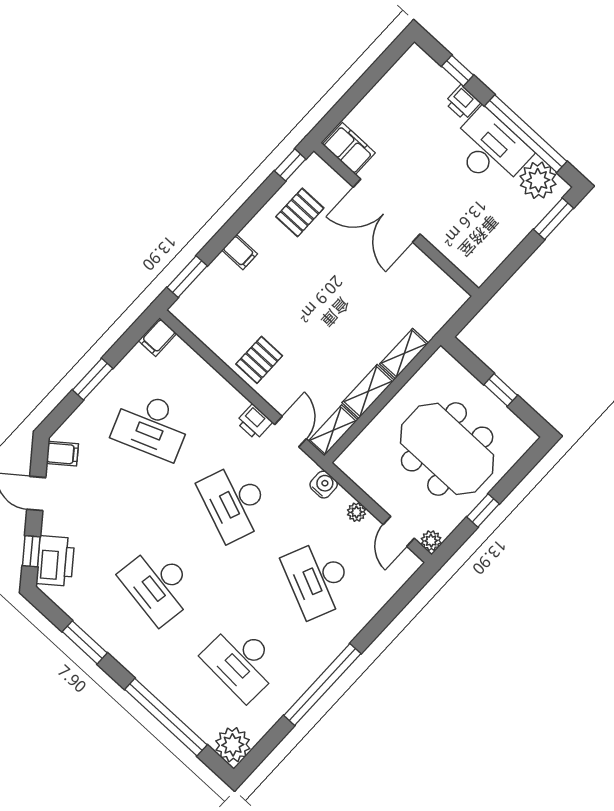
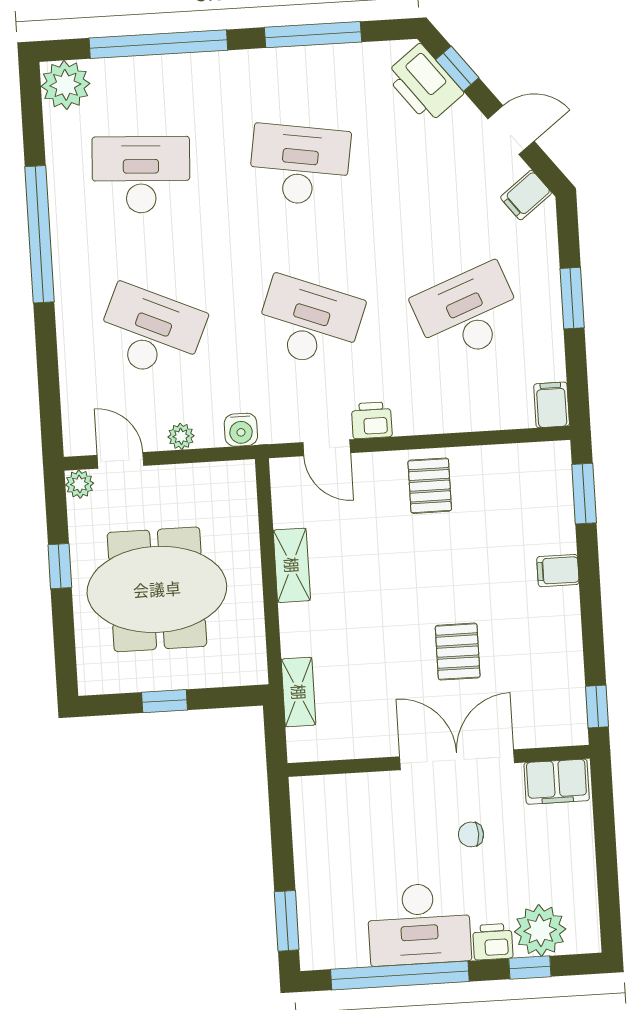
chair: (418, 167) -> (471, 834), added
plant: (538, 180) -> (540, 930), moved
pallet: (300, 212) -> (458, 652), moved
shelving: (404, 354) -> (299, 692), moved
shelving: (333, 431) -> (286, 492), removed
window: (85, 642) -> (313, 35), width x1.44

